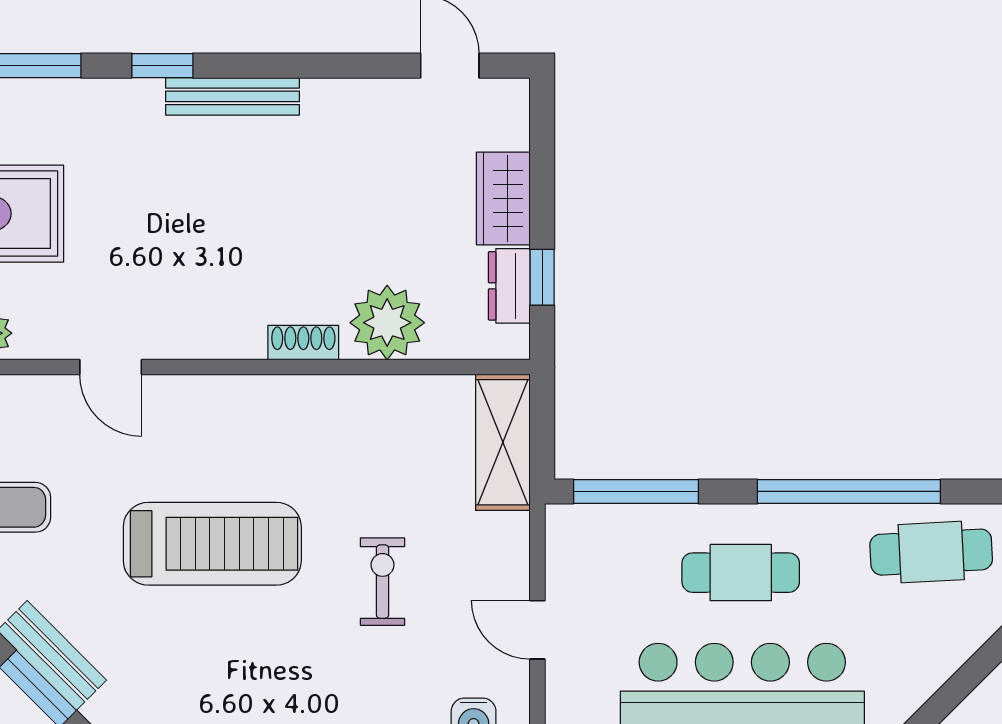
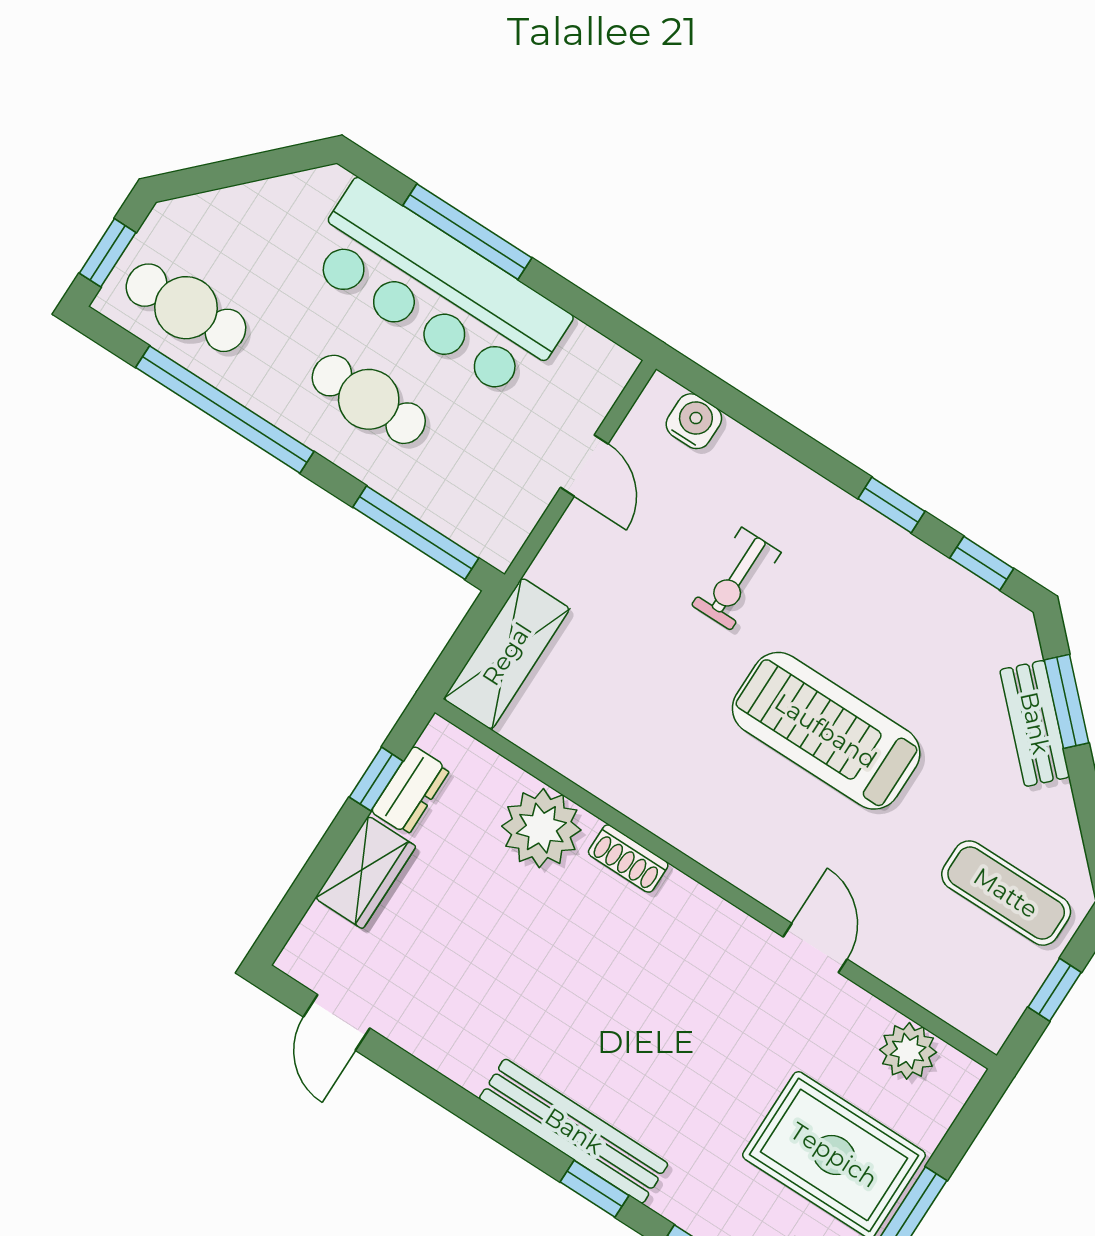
bench: (232, 96) -> (574, 1131), width x1.37, depth x1.21
exercise bike: (383, 582) -> (736, 579), moved

